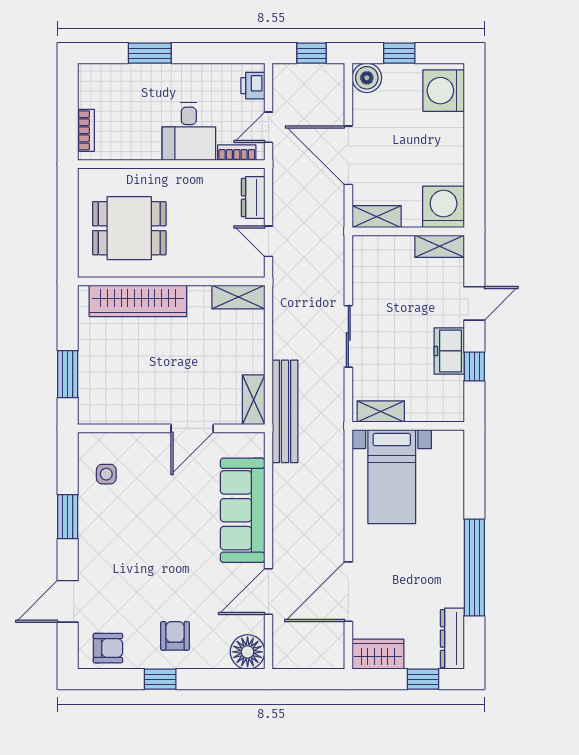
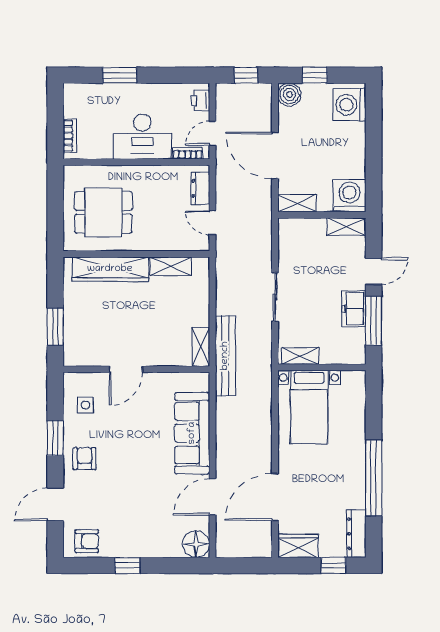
desk: (189, 131) -> (142, 137), width x1.37
shelving: (238, 297) -> (171, 266), moved
window: (474, 367) -> (374, 321), width x2.17
door: (192, 428) -> (126, 369), moved
armchair: (175, 636) -> (84, 459), moved

